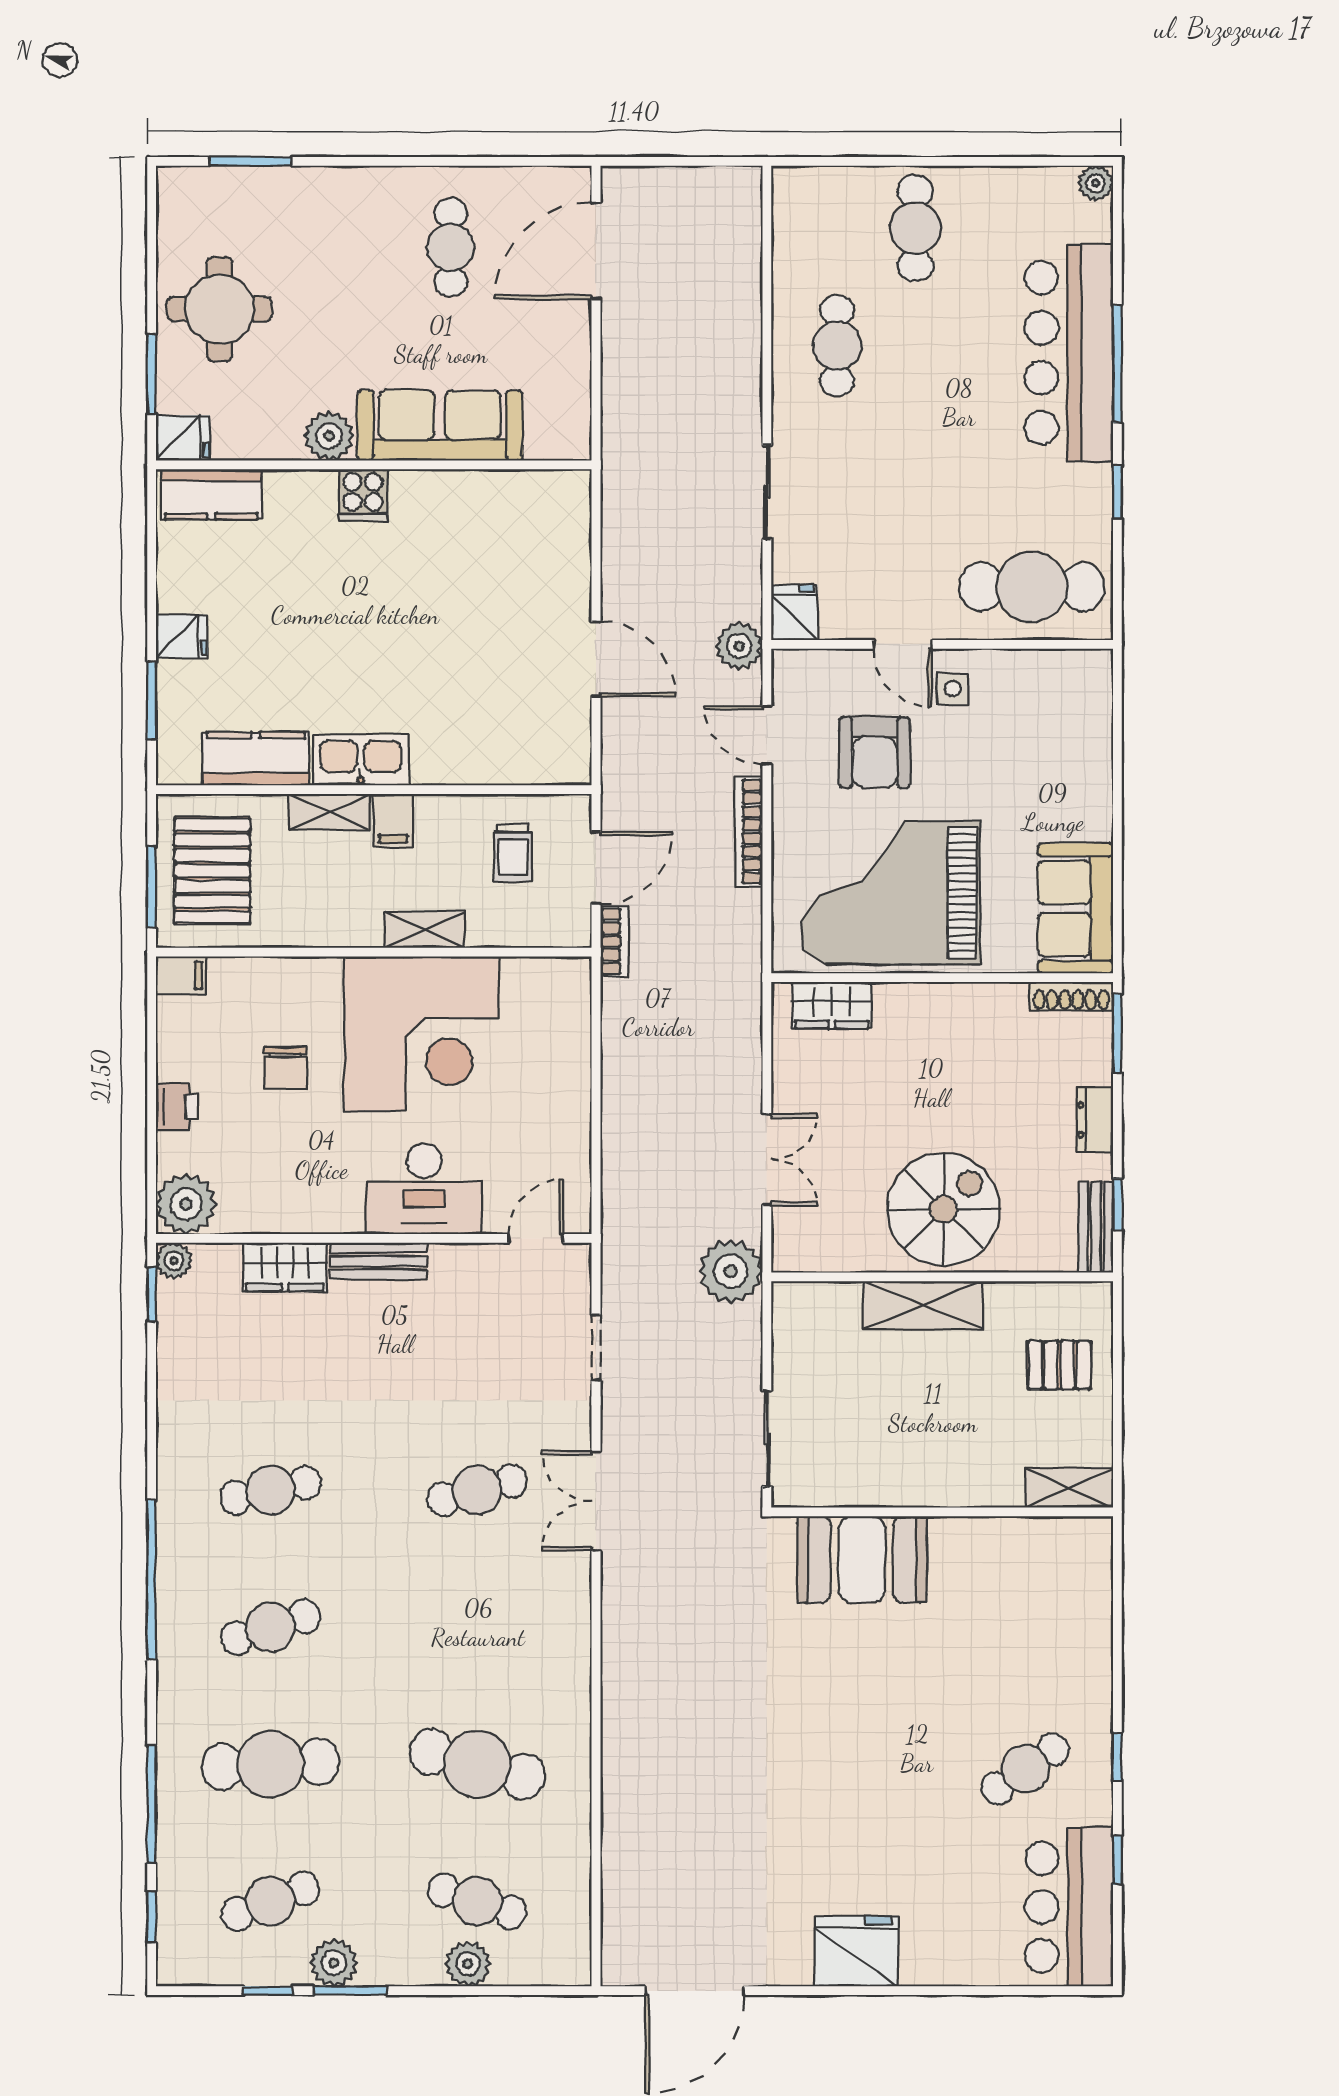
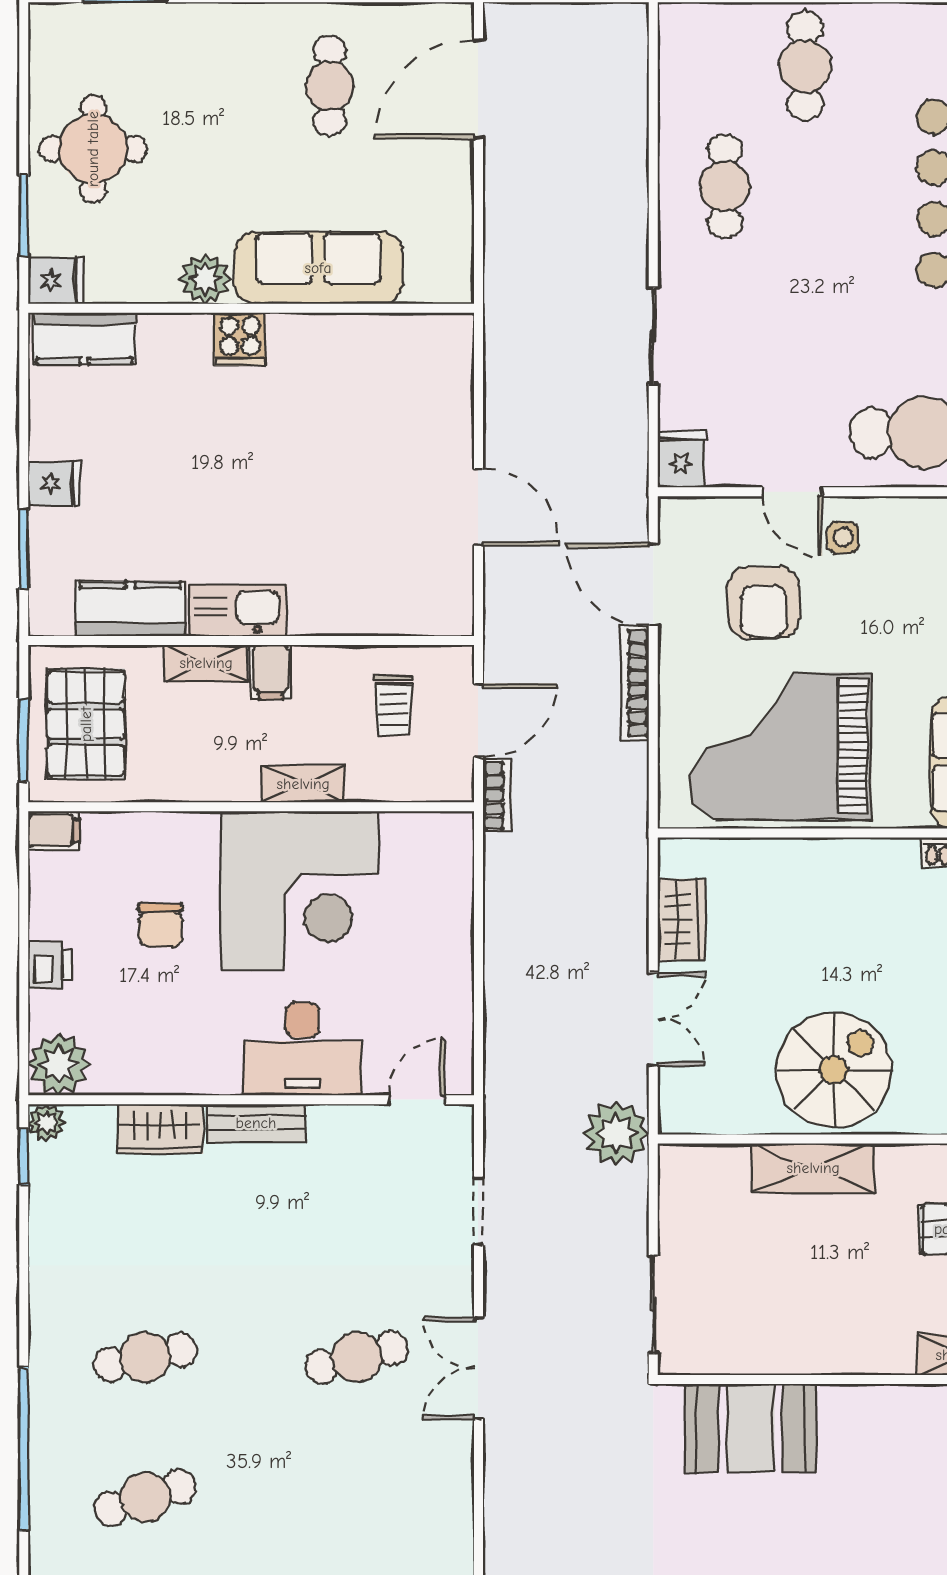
plant: (739, 646) -> (625, 494), removed
door: (767, 735) -> (653, 585), width x1.38
wardrobe: (832, 1005) -> (681, 920), moved, turned -90

